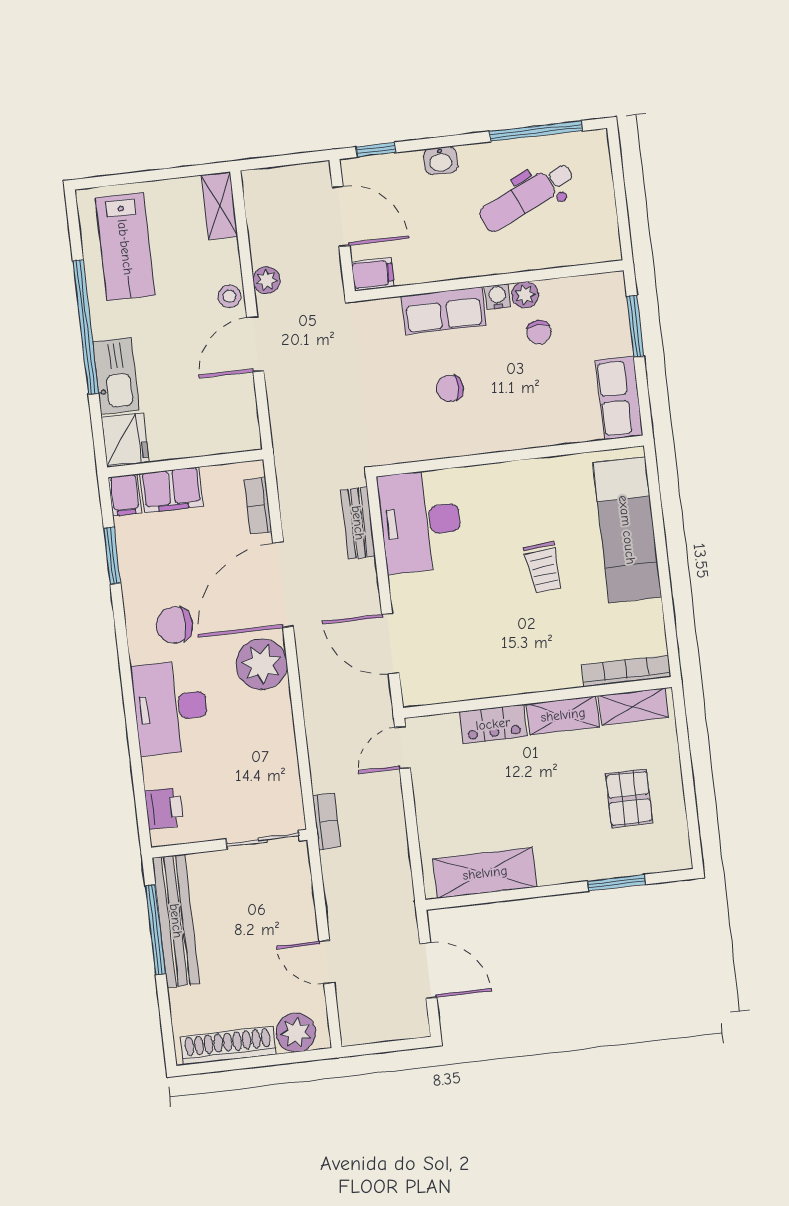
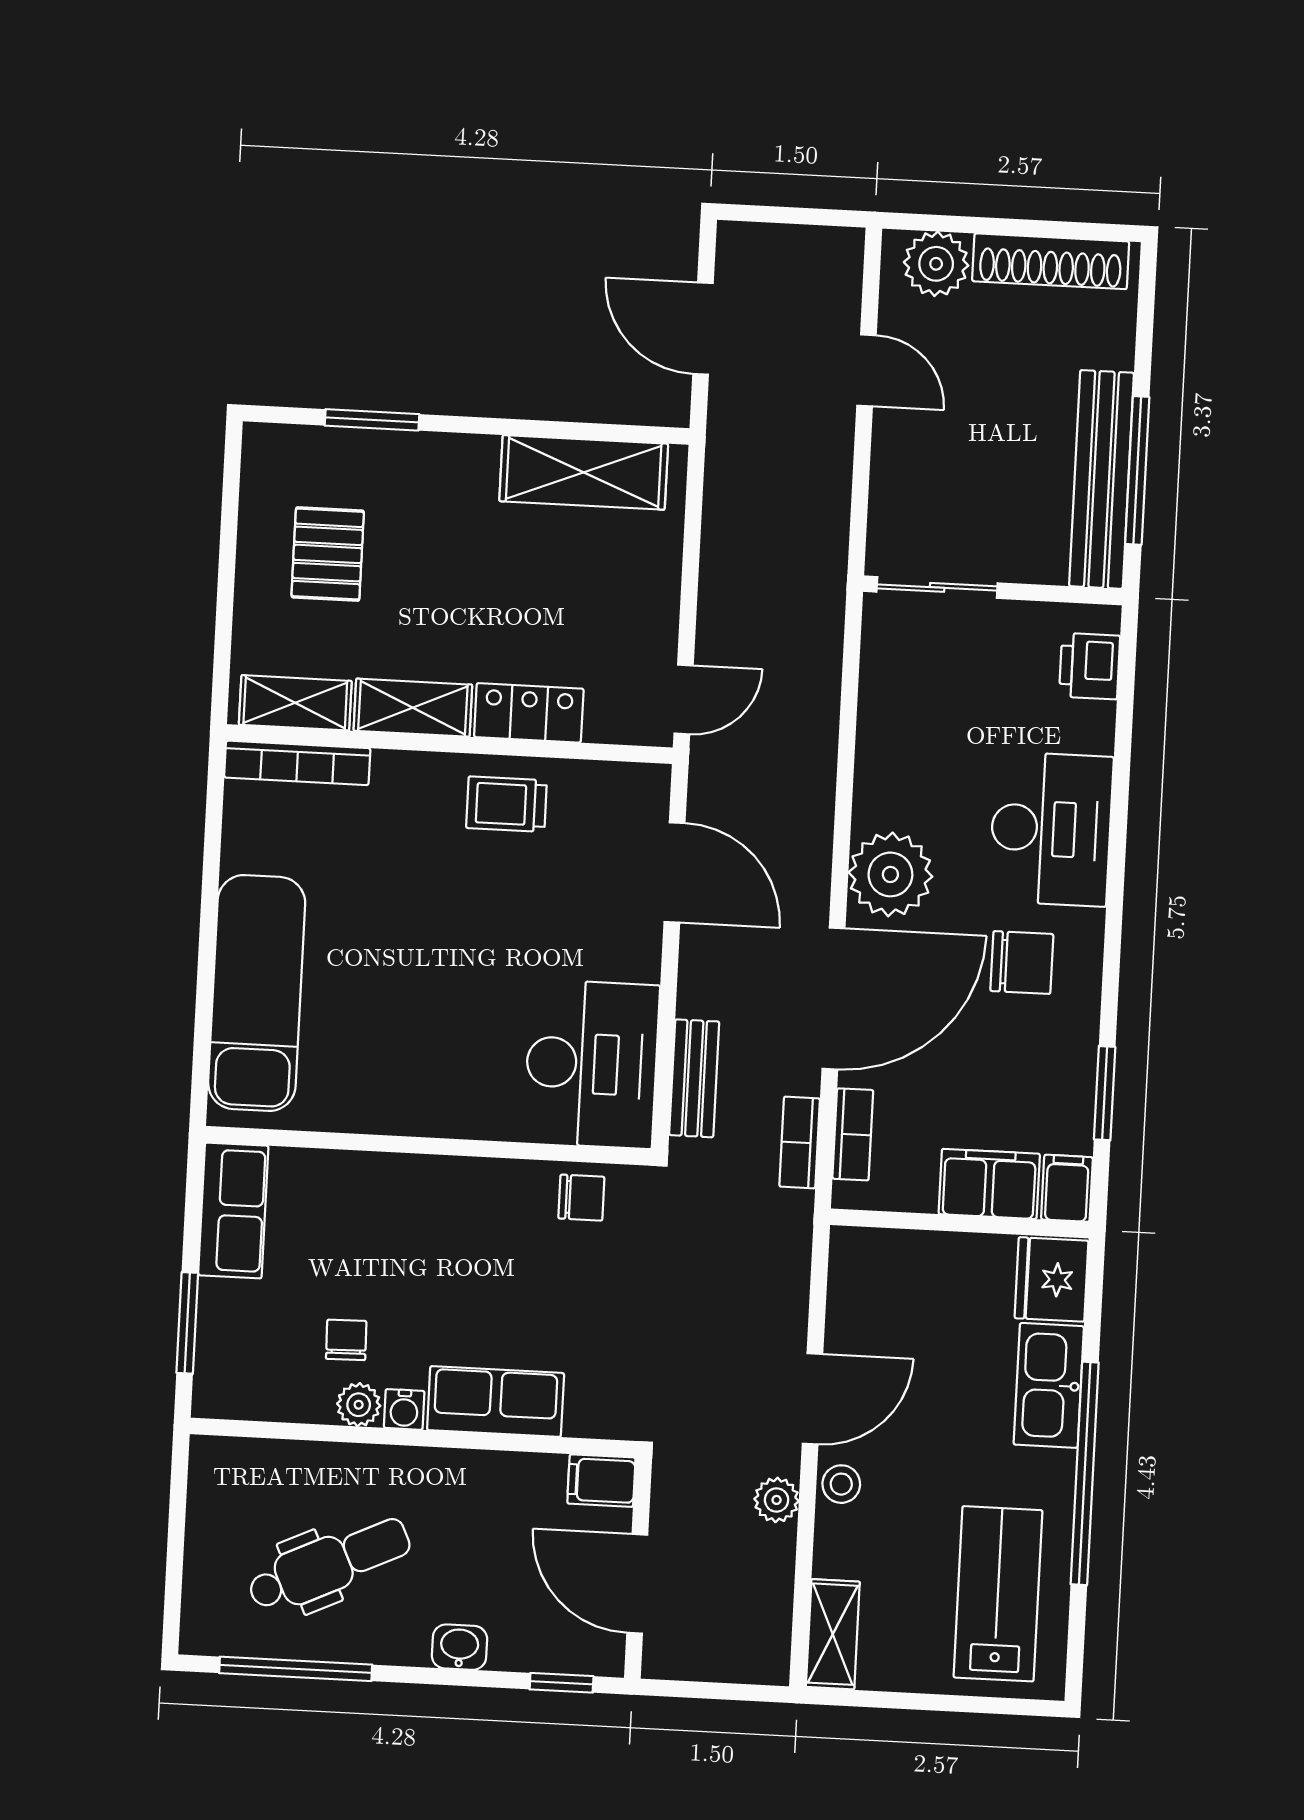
chair: (450, 388) -> (581, 1198), moved
trolley: (543, 567) -> (506, 804), moved, turned -84
bookcase: (326, 821) -> (800, 1142), moved

